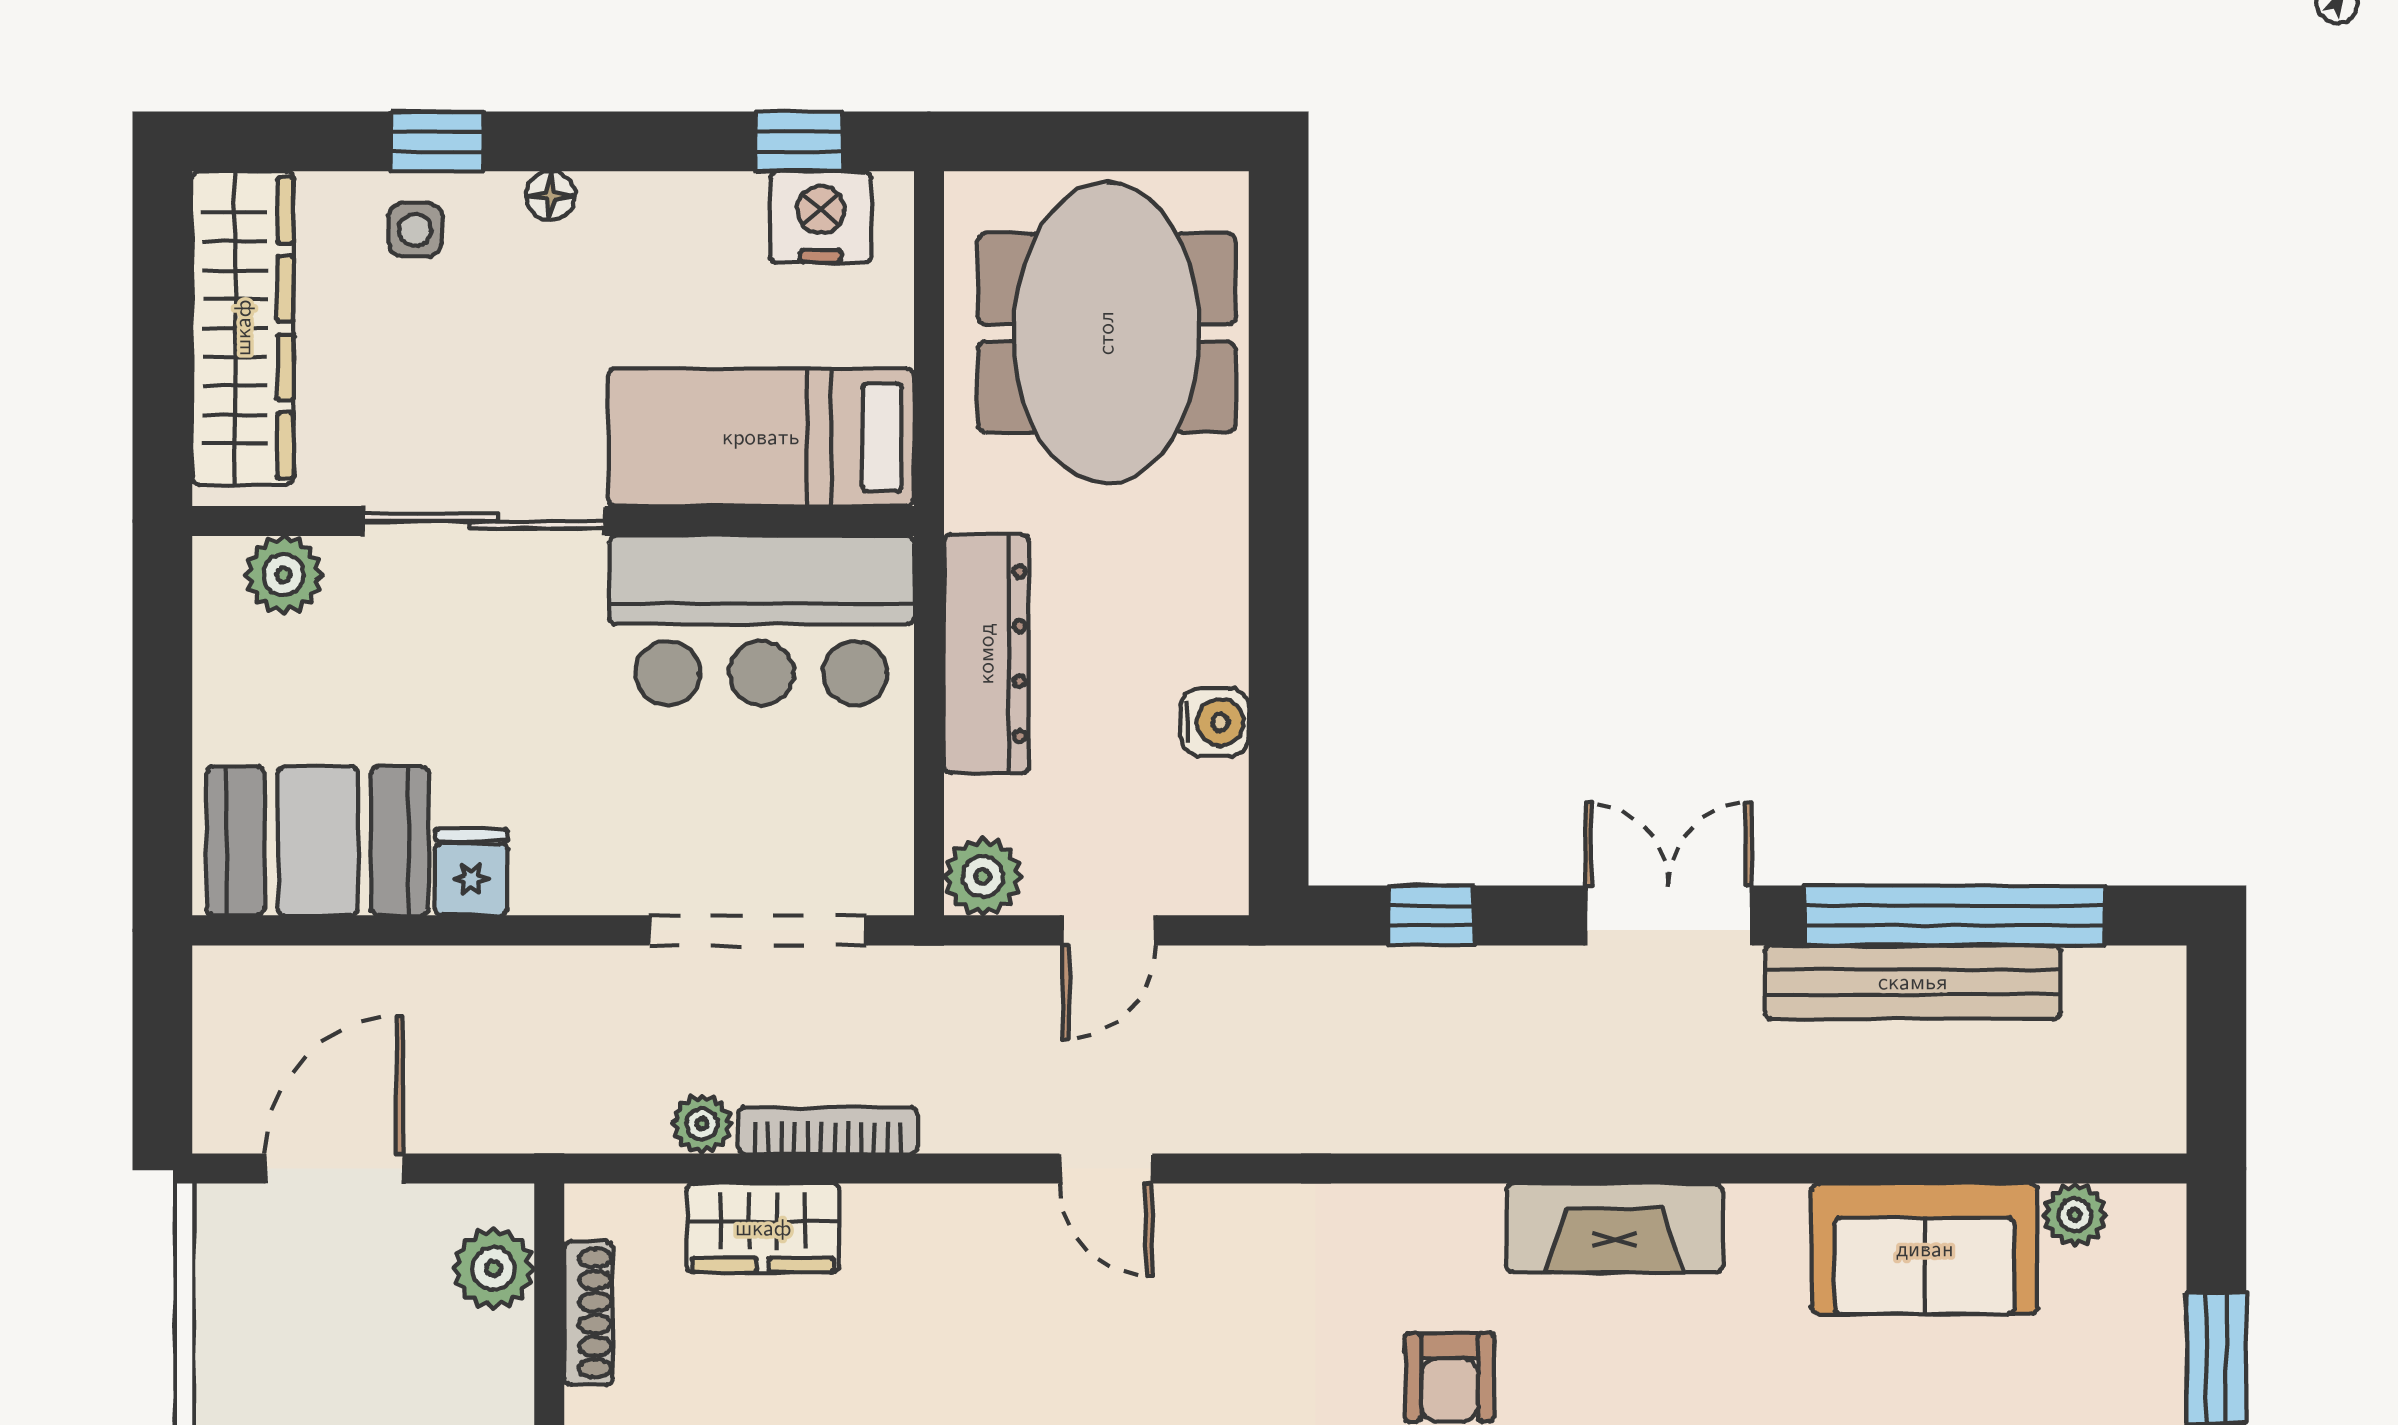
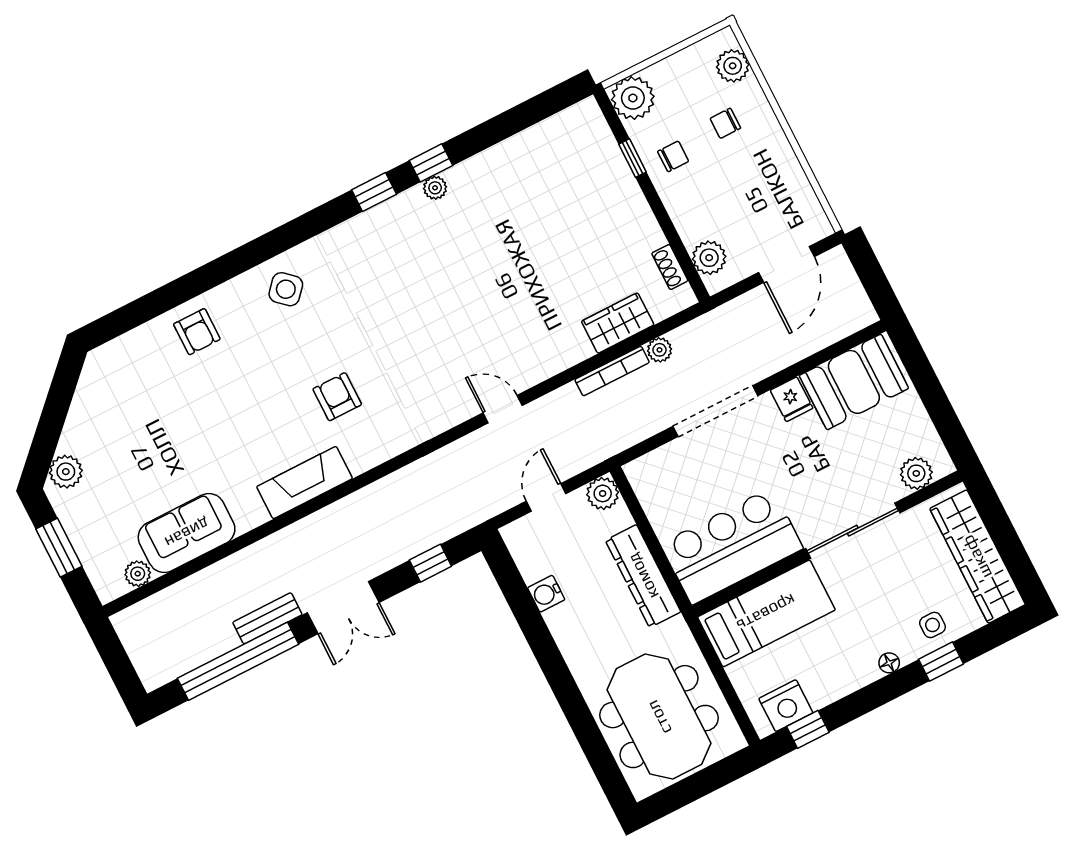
doorway: (758, 930) -> (715, 411), moved
bench: (1913, 982) -> (267, 618), width x0.54, depth x0.82
shoe rack: (589, 1313) -> (670, 267), width x0.70

